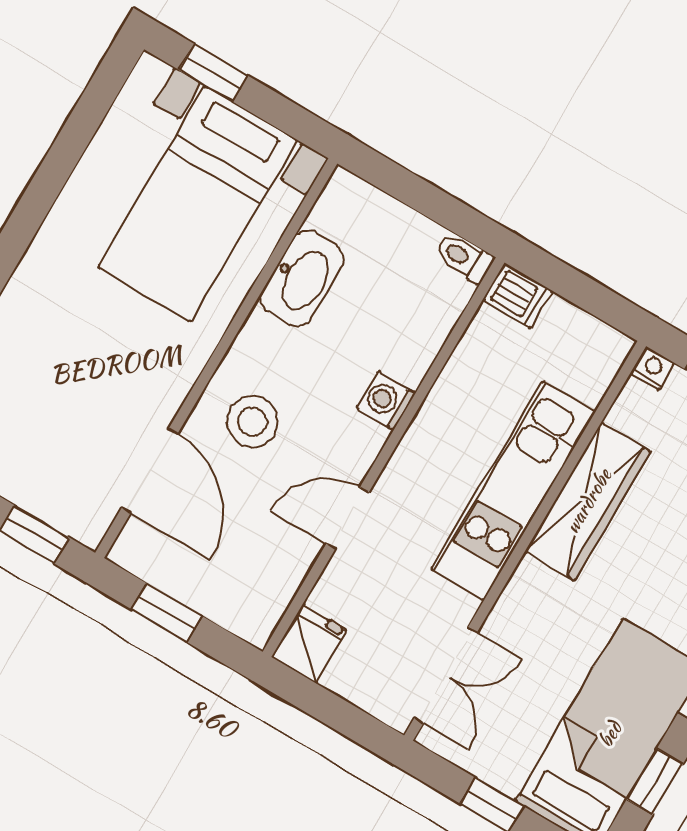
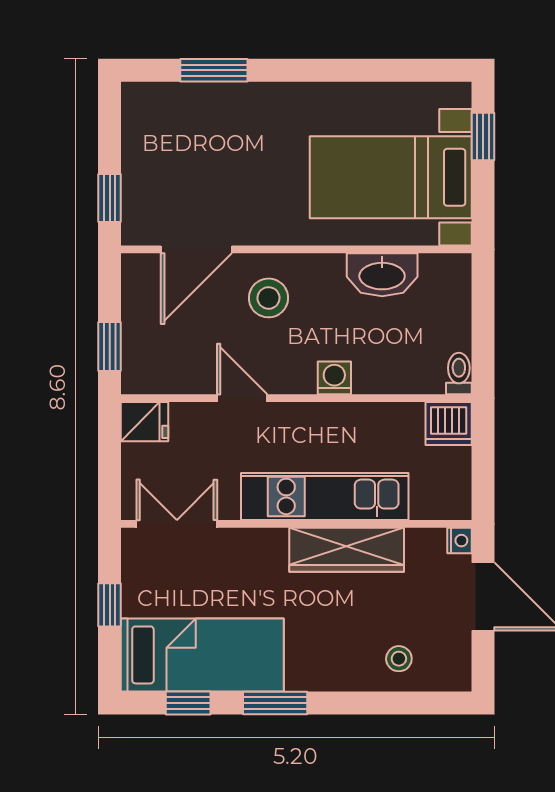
dishwasher: (518, 295) -> (449, 423), width x1.38
window: (167, 613) -> (110, 347), moved
double door: (446, 675) -> (177, 524), swing flipped

